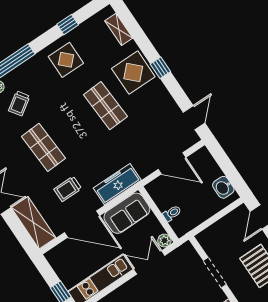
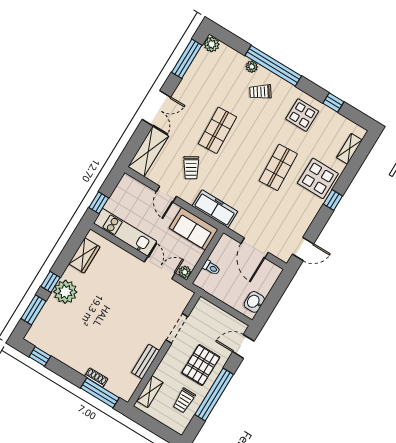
trolley: (19, 103) -> (260, 92), moved
trolley: (68, 189) -> (191, 168), turned -121
door: (82, 224) -> (166, 194), width x0.53

